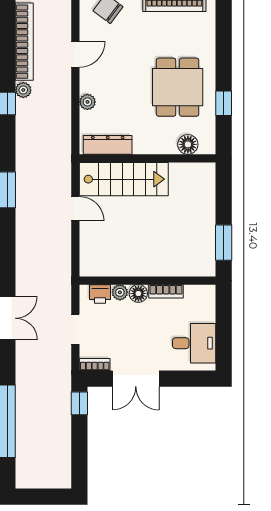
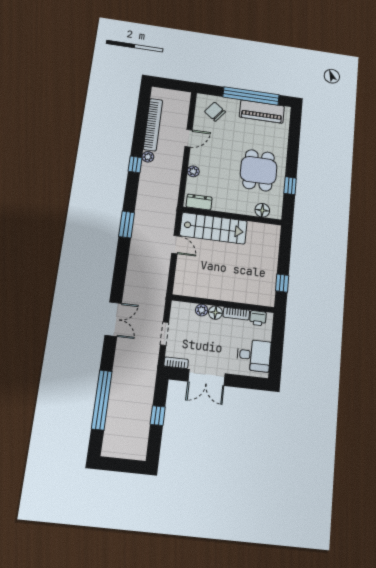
dresser: (108, 145) -> (199, 202), width x0.70
window: (224, 243) -> (282, 283), width x0.67
printer: (100, 294) -> (258, 318), moved
window: (79, 403) -> (158, 416), moved

